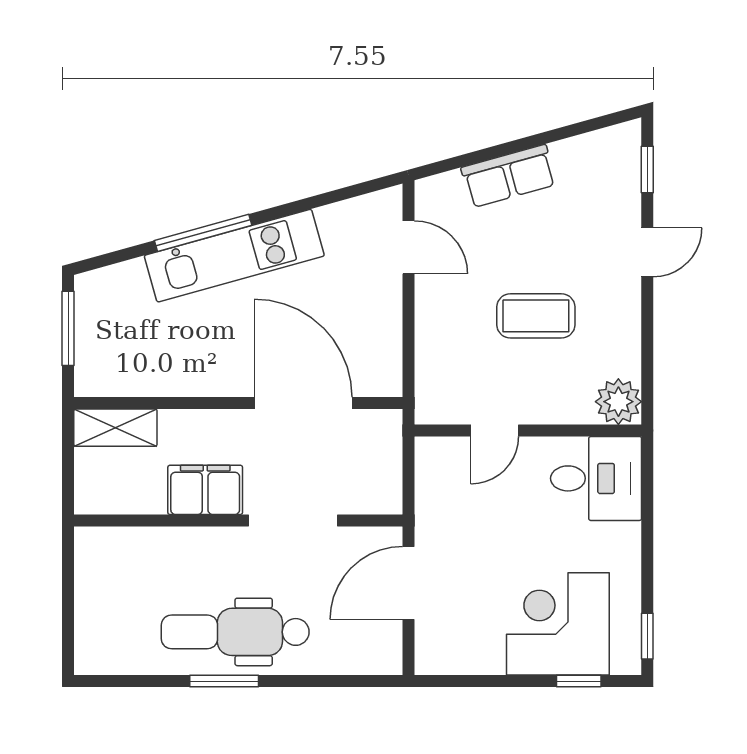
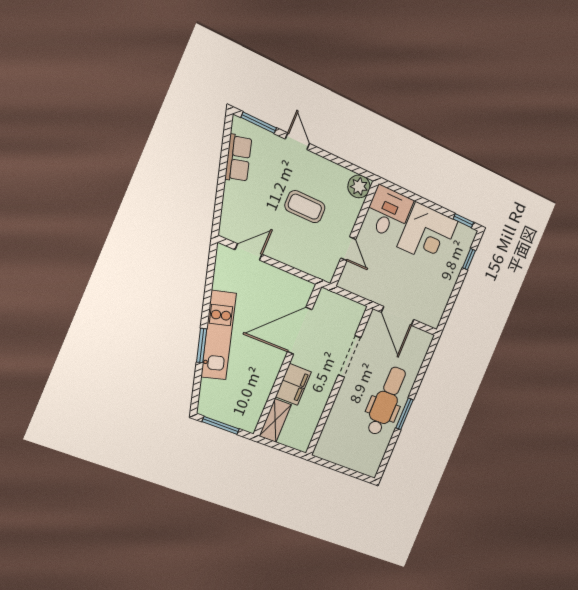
window: (647, 170) -> (259, 123), width x1.50
row of seats: (509, 176) -> (238, 158), moved
window: (203, 233) -> (202, 345), width x0.69
coffee table: (536, 316) -> (305, 207), turned 90
filing cabinet: (205, 490) -> (293, 384), moved, turned 180
corner desk: (558, 624) -> (428, 234), moved, turned -90
dental chair: (235, 632) -> (386, 401), turned 180

